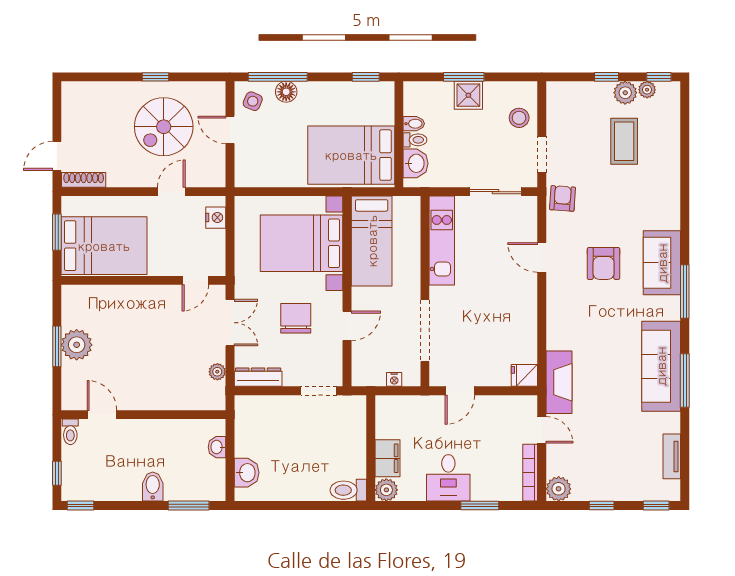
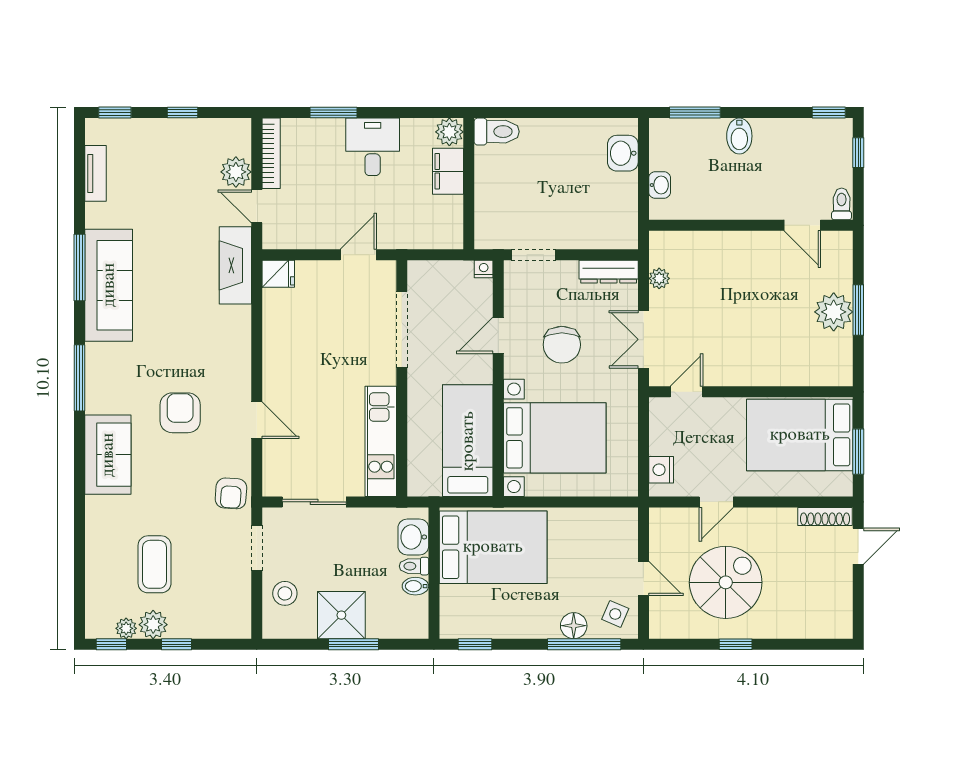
shower: (468, 95) -> (341, 615), width x1.36, depth x1.36
sofa: (662, 263) -> (108, 455), moved
nightstand: (394, 379) -> (484, 269), moved
plant: (559, 489) -> (236, 172), moved

